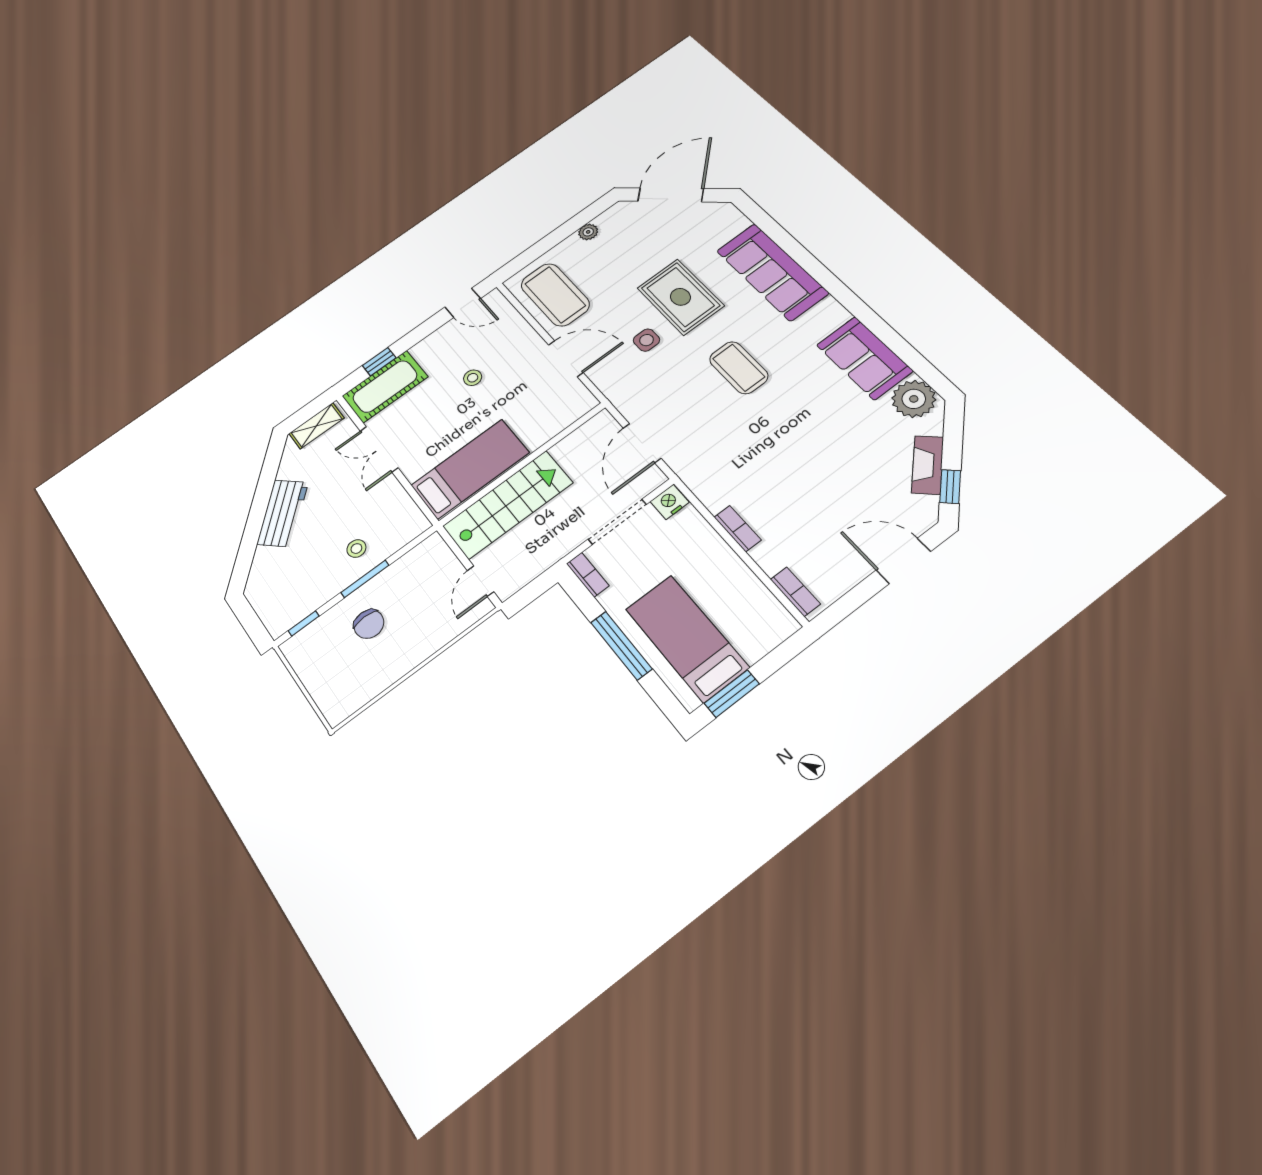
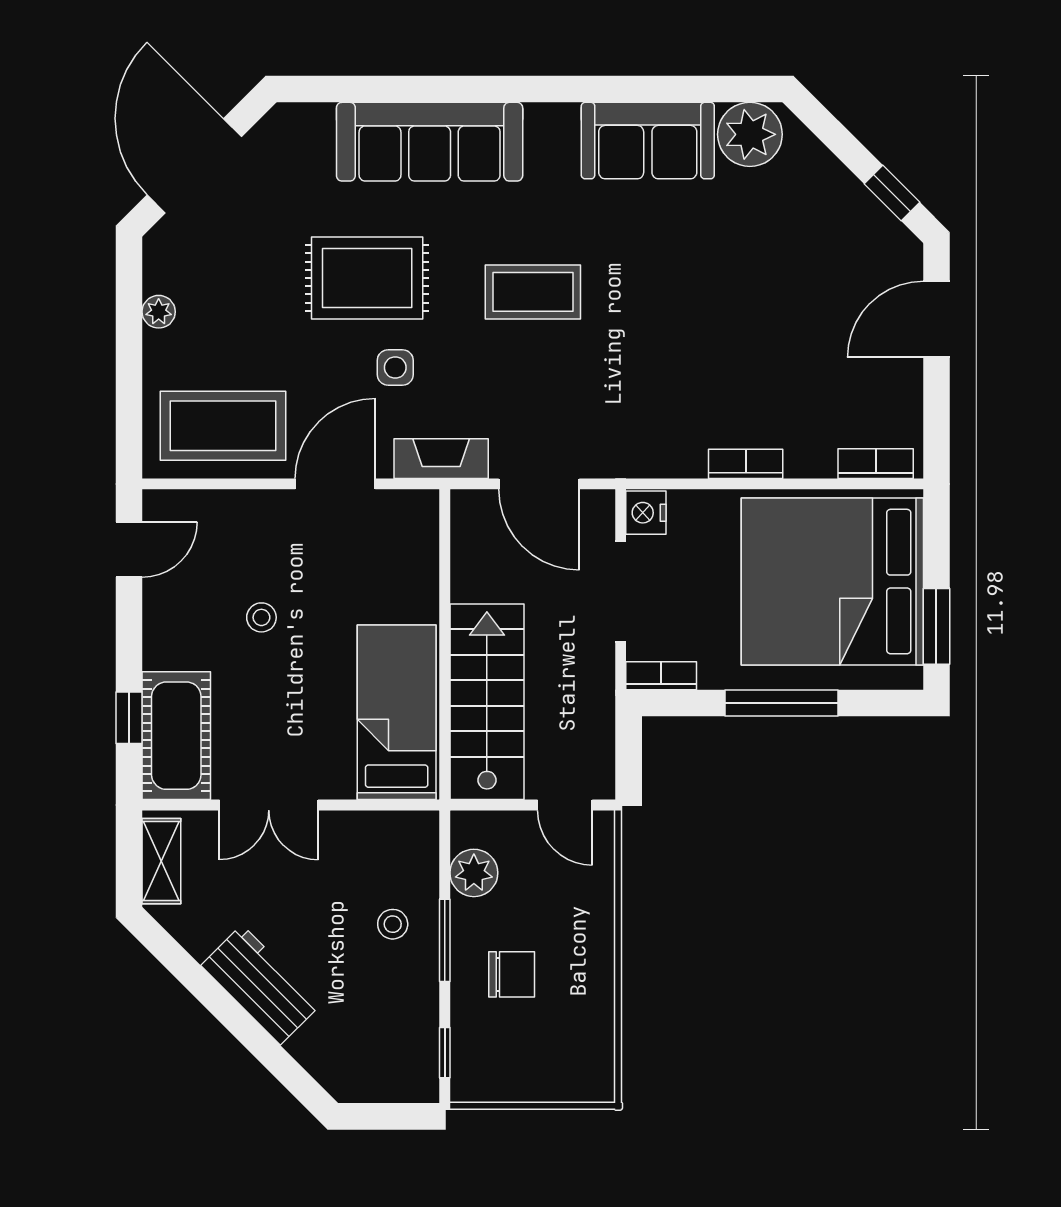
fireplace: (928, 465) -> (441, 459), moved, turned 135
plant: (411, 566) -> (474, 873), added
bed: (687, 638) -> (832, 582), width x2.04

